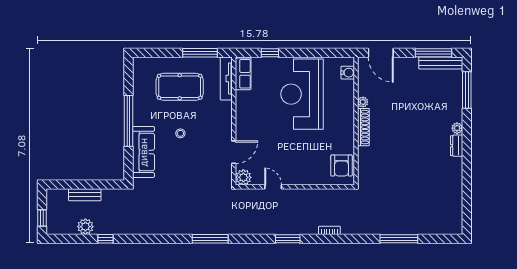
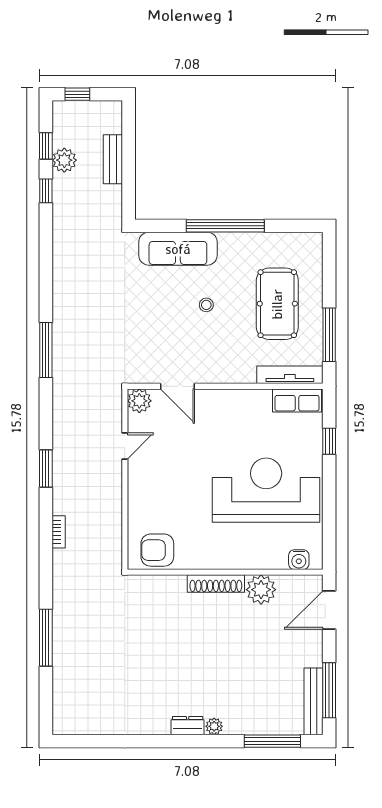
plant: (363, 102) -> (261, 590), width x1.87, depth x1.87
window: (76, 239) -> (46, 146), added

